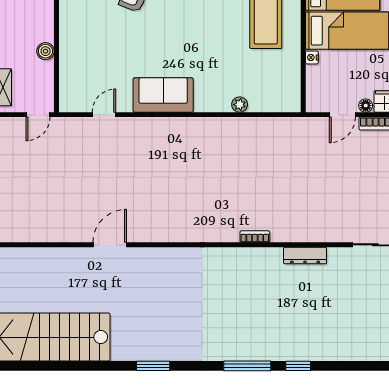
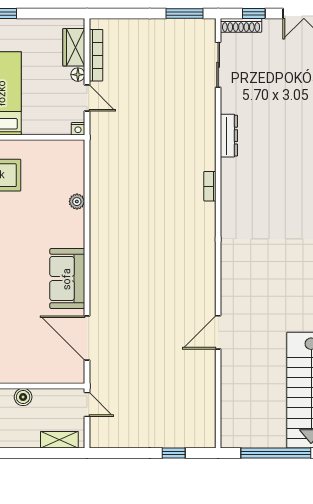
nightstand: (312, 57) -> (78, 129), moved
door: (104, 115) -> (87, 338), width x1.87
door: (110, 245) -> (218, 332), hinge flipped

